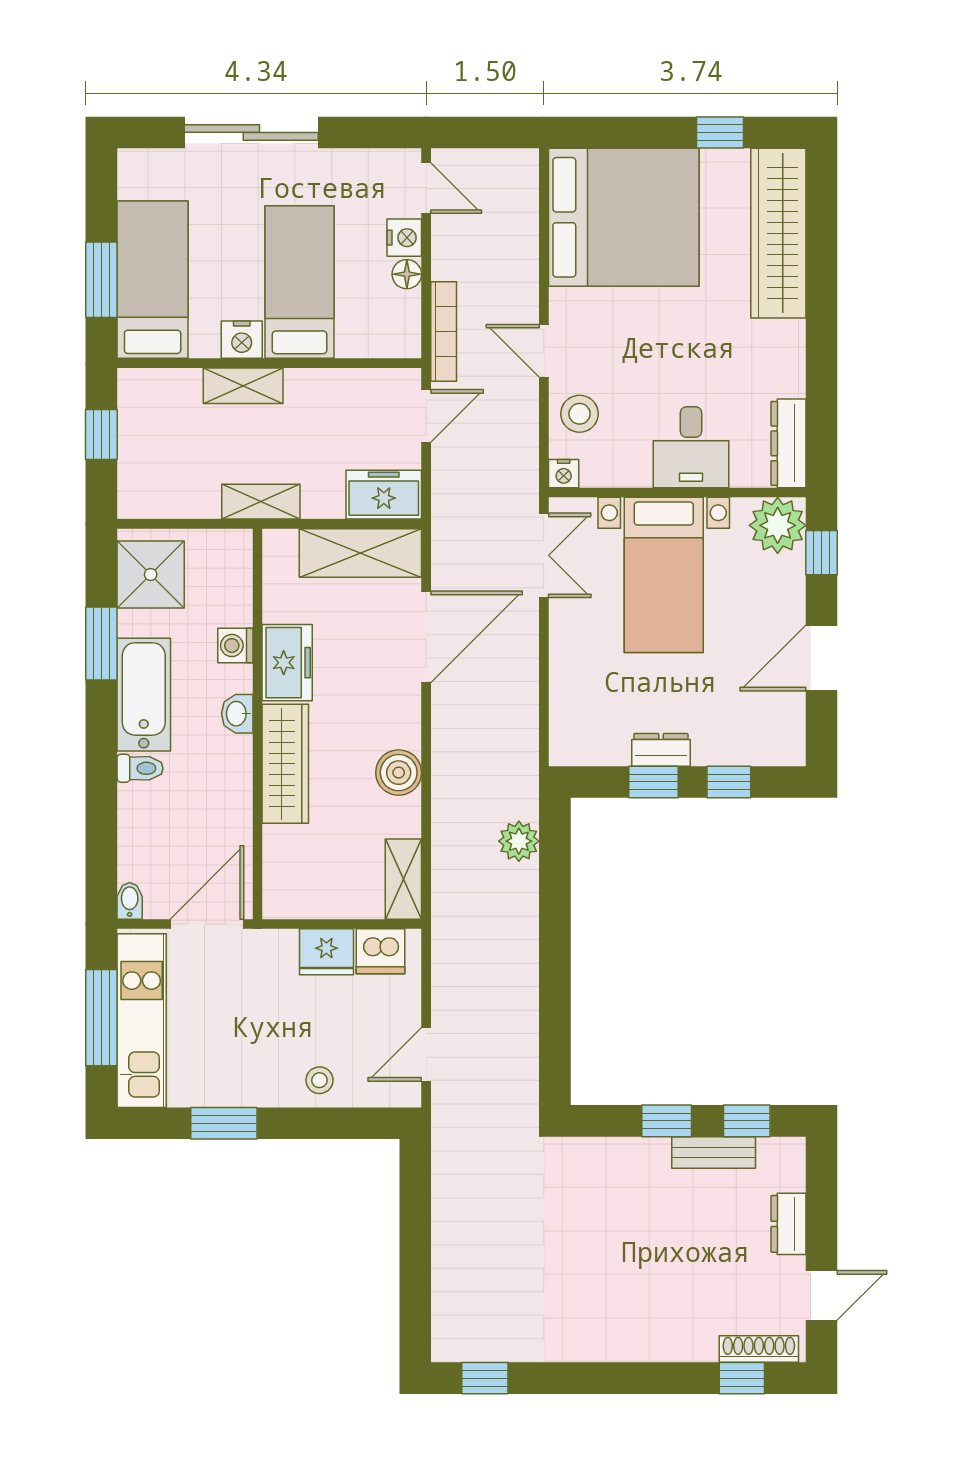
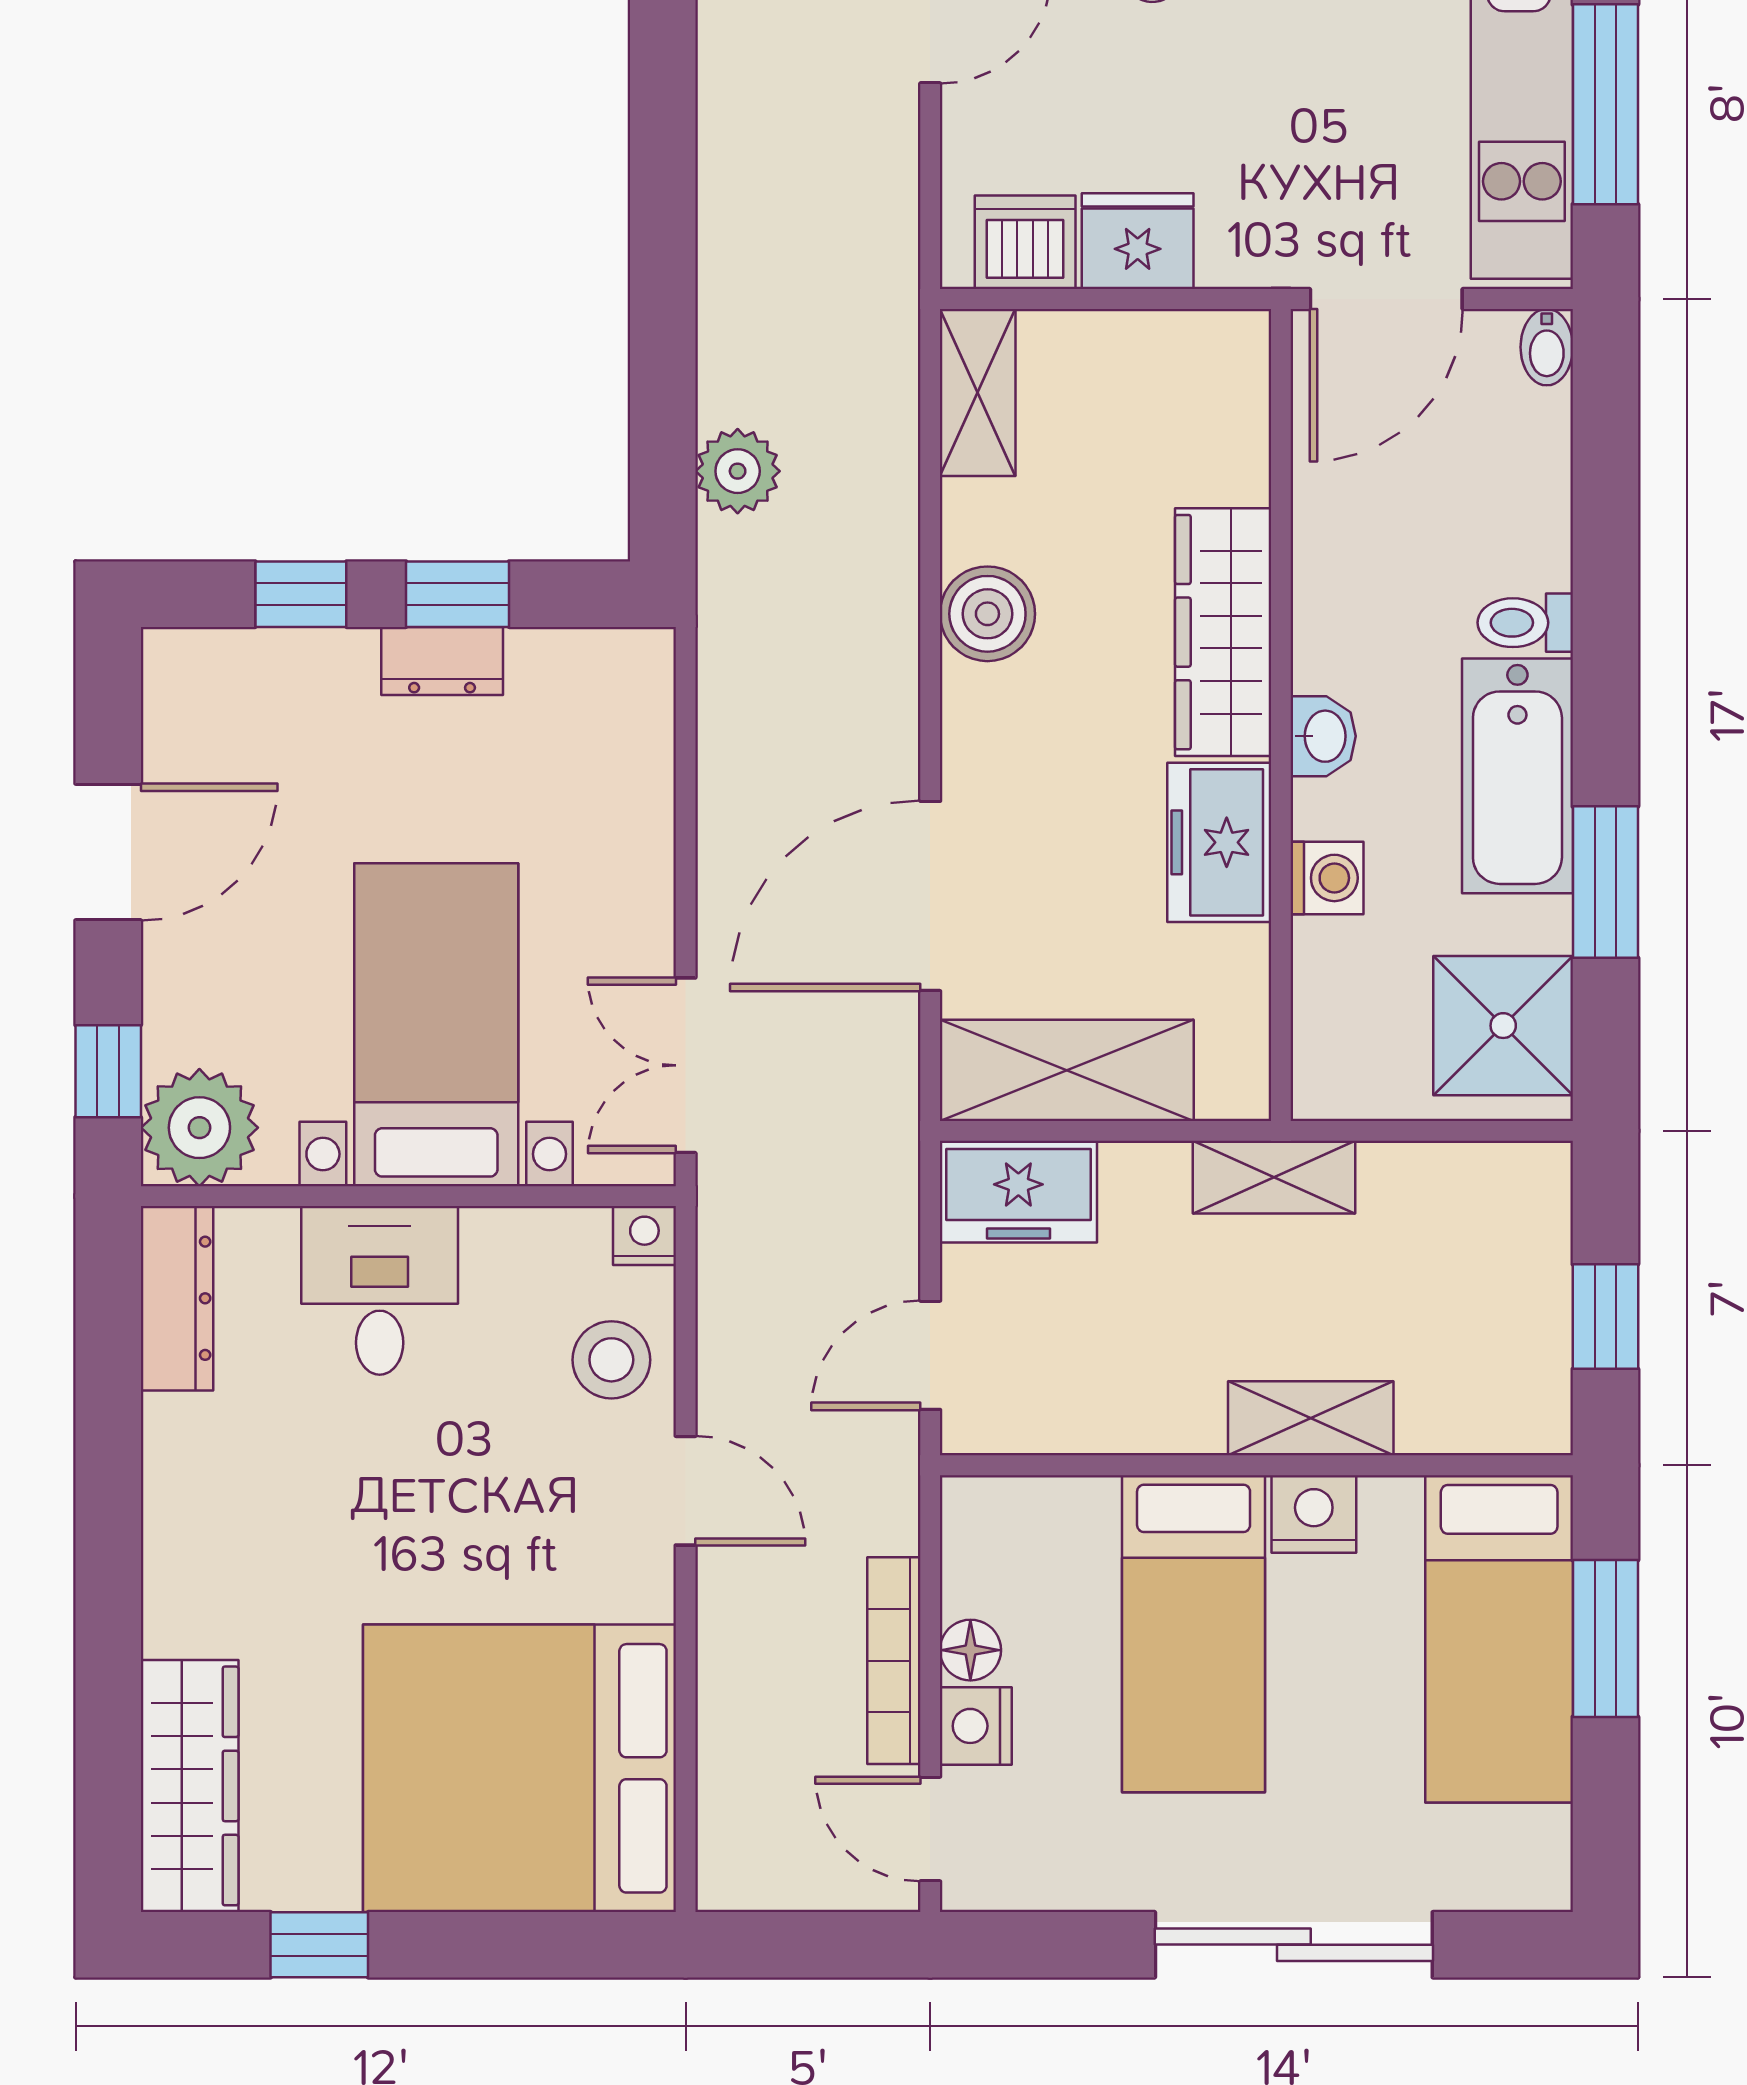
wardrobe: (778, 233) -> (190, 1786), width x0.71, depth x0.85
bookcase: (444, 332) -> (894, 1661), moved

